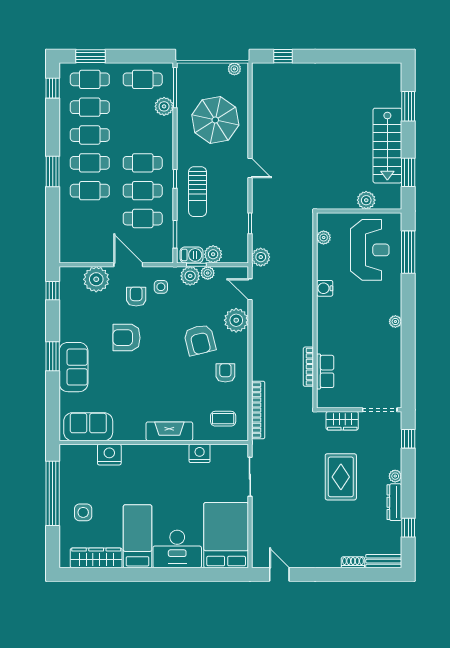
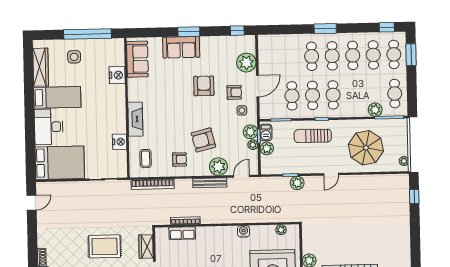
plant: (261, 257) -> (297, 183), moved
bench: (258, 332) -> (210, 183), added

